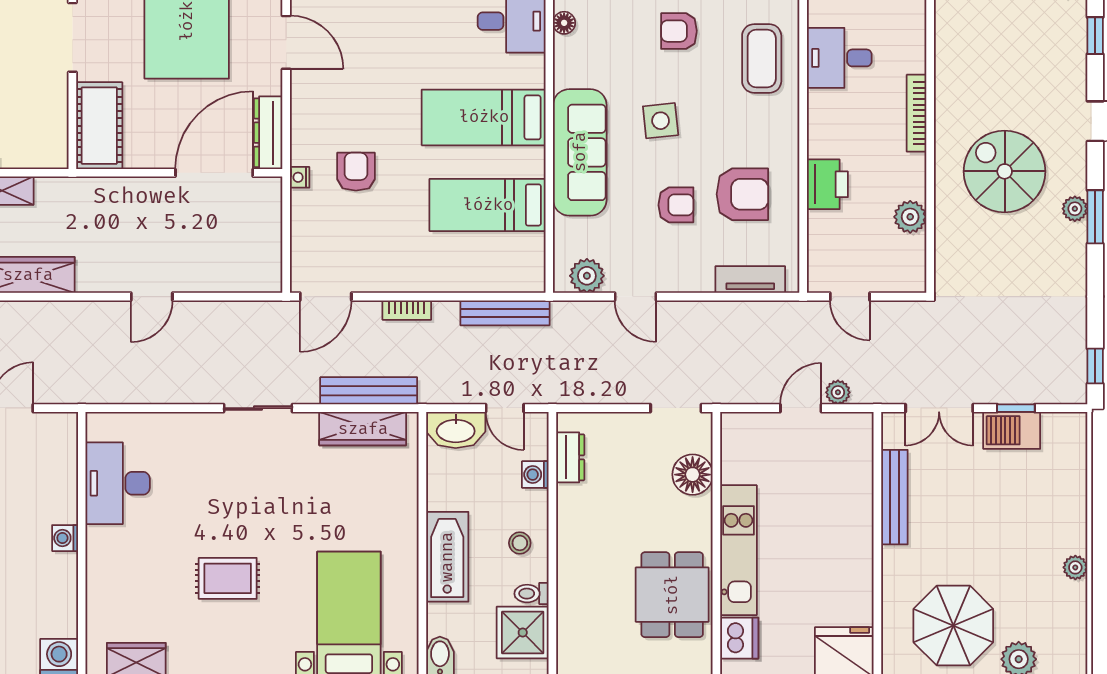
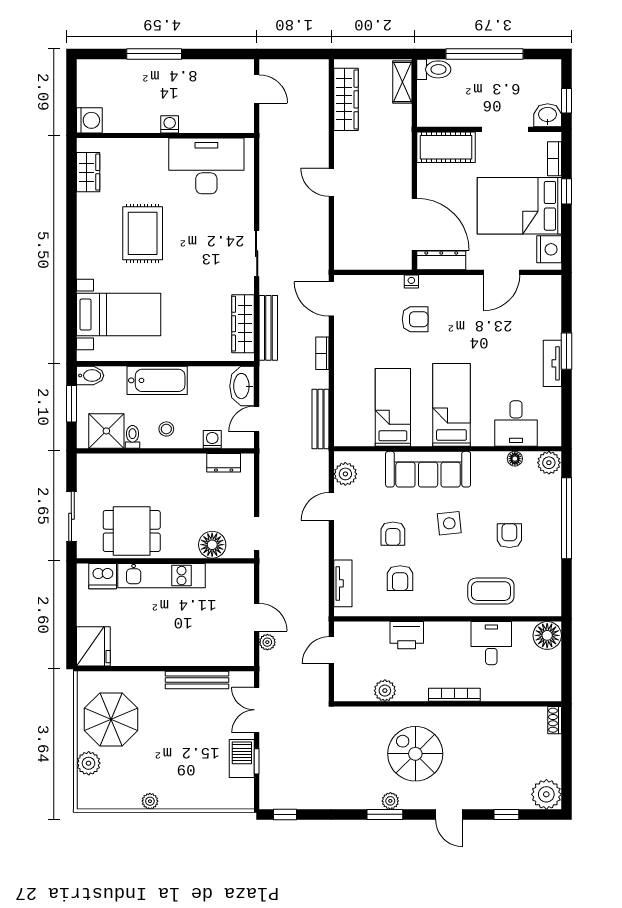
spiral stairs: (1005, 171) -> (415, 754), turned -90
armchair: (742, 194) -> (400, 578), width x0.72, depth x0.72
desk: (118, 483) -> (206, 166), width x1.36, depth x1.30
rug: (228, 578) -> (143, 233), width x1.36, depth x1.43

